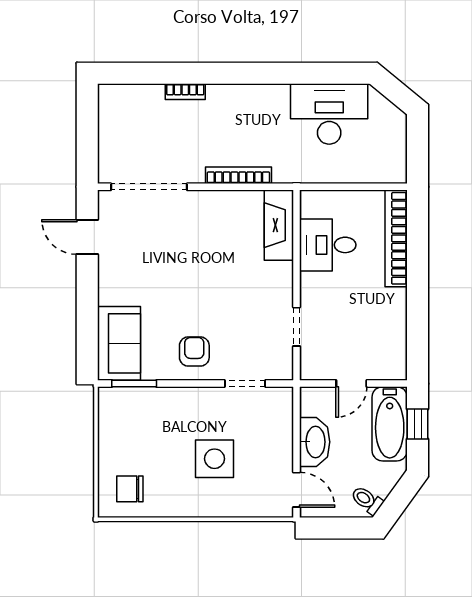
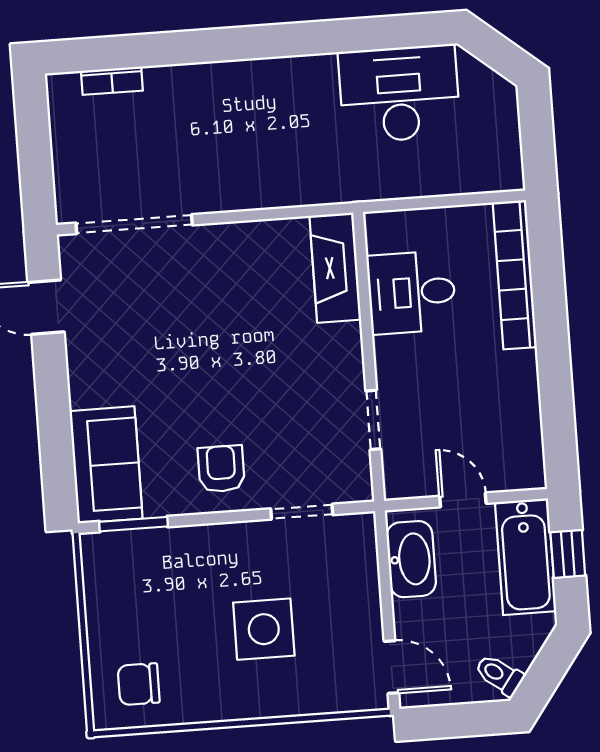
bookcase: (185, 92) -> (112, 81), moved
bookcase: (238, 175) -> (268, 197), removed
door: (351, 384) -> (463, 500), swing flipped
washbasin: (315, 442) -> (411, 559), moved

